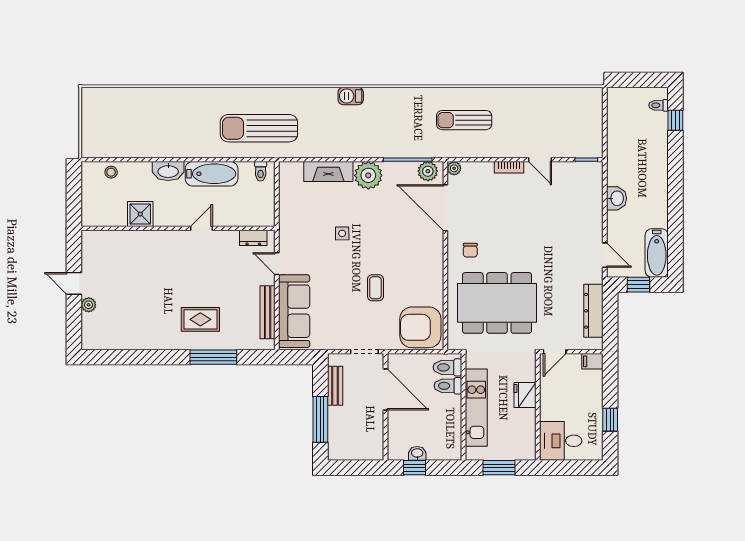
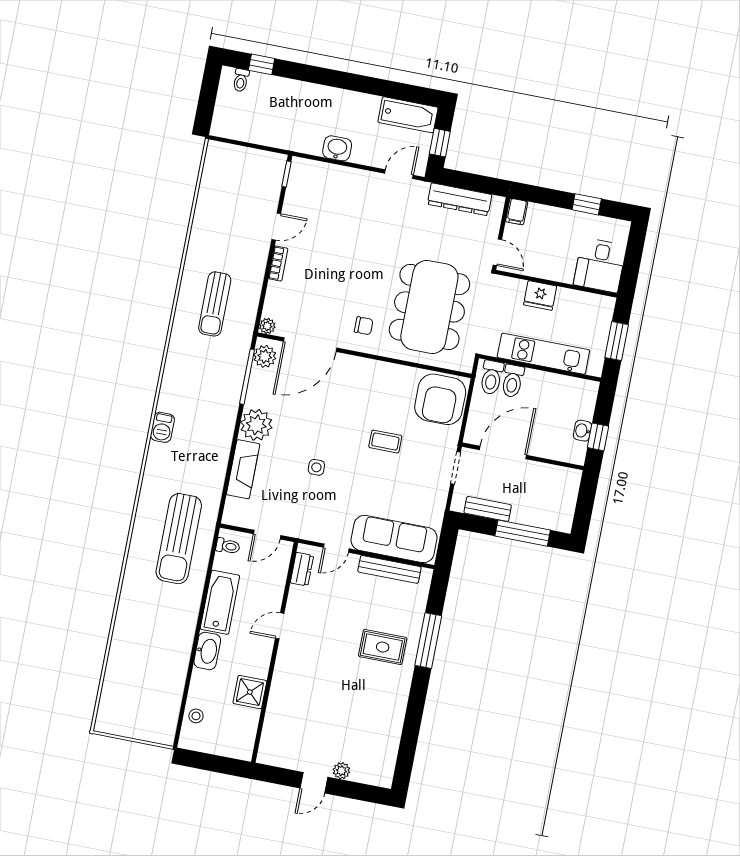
door: (277, 203) -> (267, 535), added
door: (201, 228) -> (280, 626), hinge flipped
rug: (200, 319) -> (383, 647), turned 90

